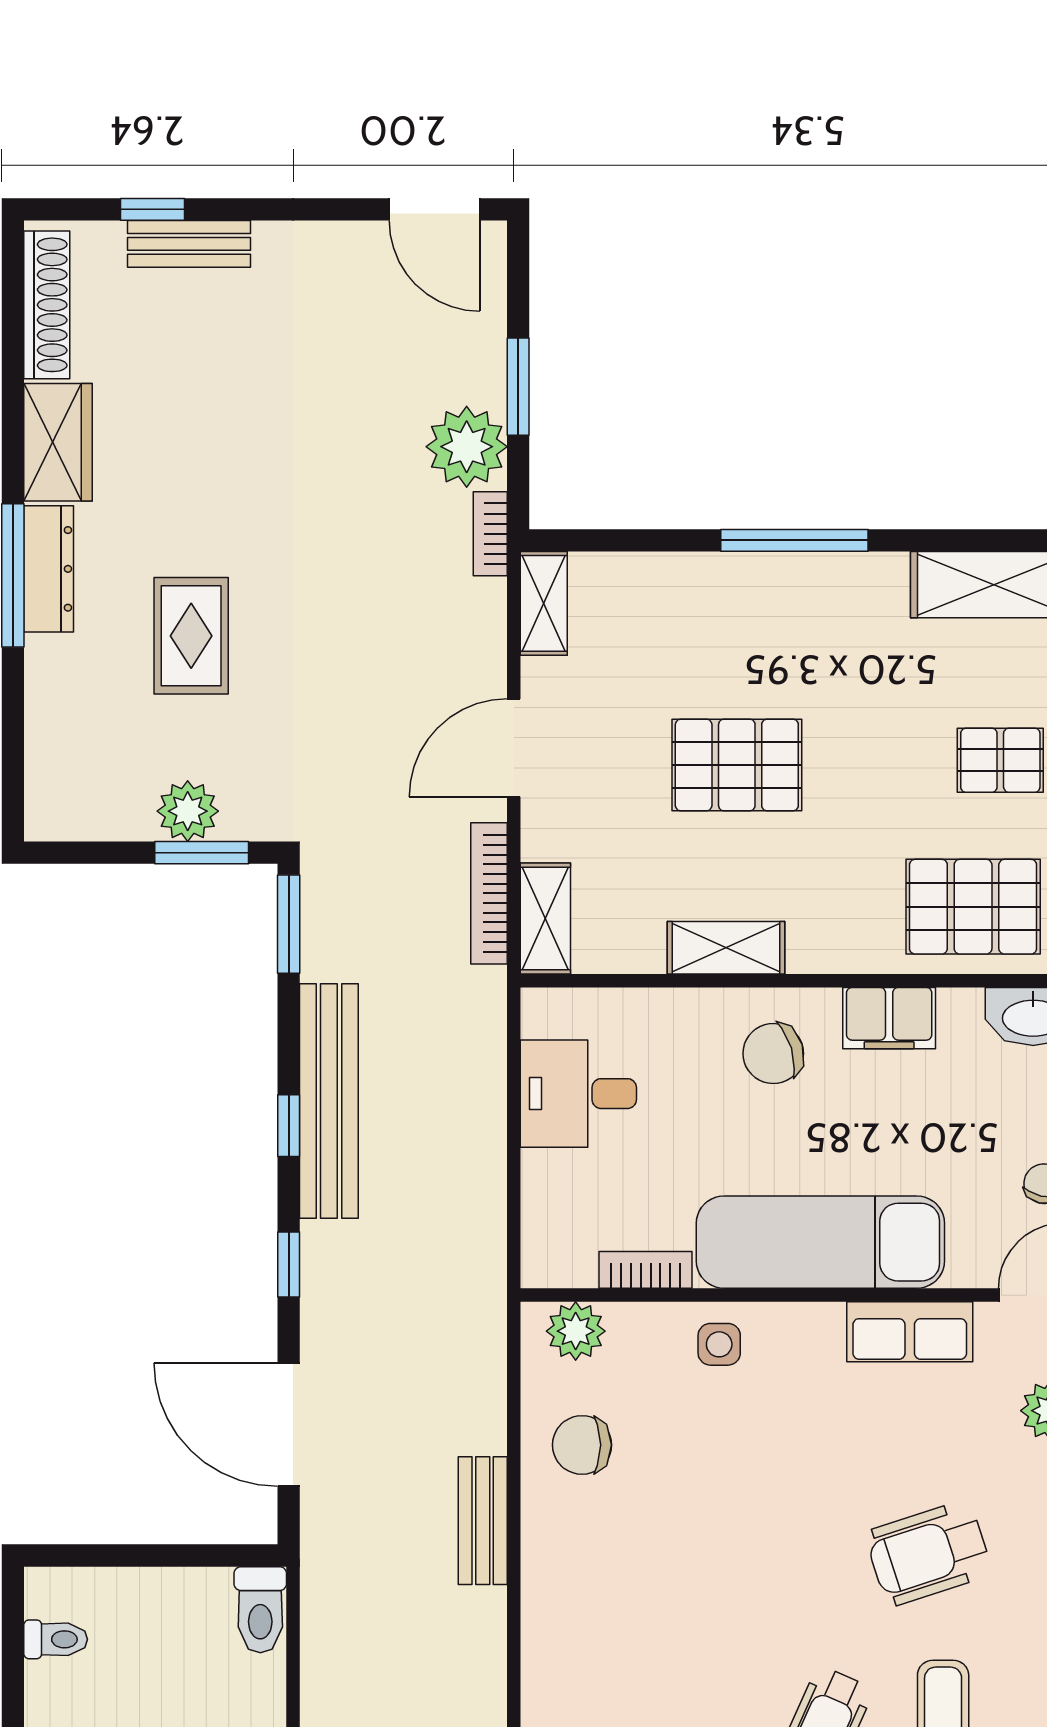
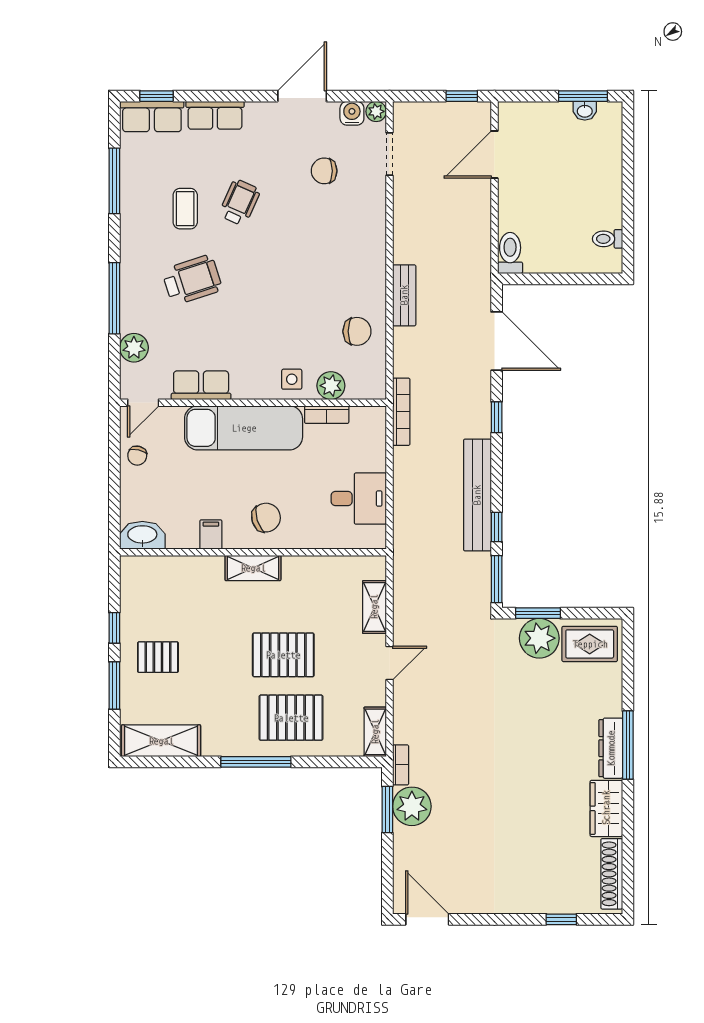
bench: (189, 244) -> (544, 903), removed
window: (518, 387) -> (387, 810), moved
rug: (191, 636) -> (590, 644), moved, turned 90
door: (514, 748) -> (389, 663), width x0.73
plant: (188, 811) -> (539, 638), width x1.36, depth x1.36
bookcase: (489, 893) -> (401, 412), moved
pallet: (973, 907) -> (291, 718), moved
shelving: (545, 918) -> (374, 607), moved
shelving: (726, 948) -> (253, 568), moved
filing cabinet: (889, 1018) -> (211, 534), width x0.50
window: (289, 1126) -> (497, 527), moved
plant: (576, 1331) -> (331, 386), moved

